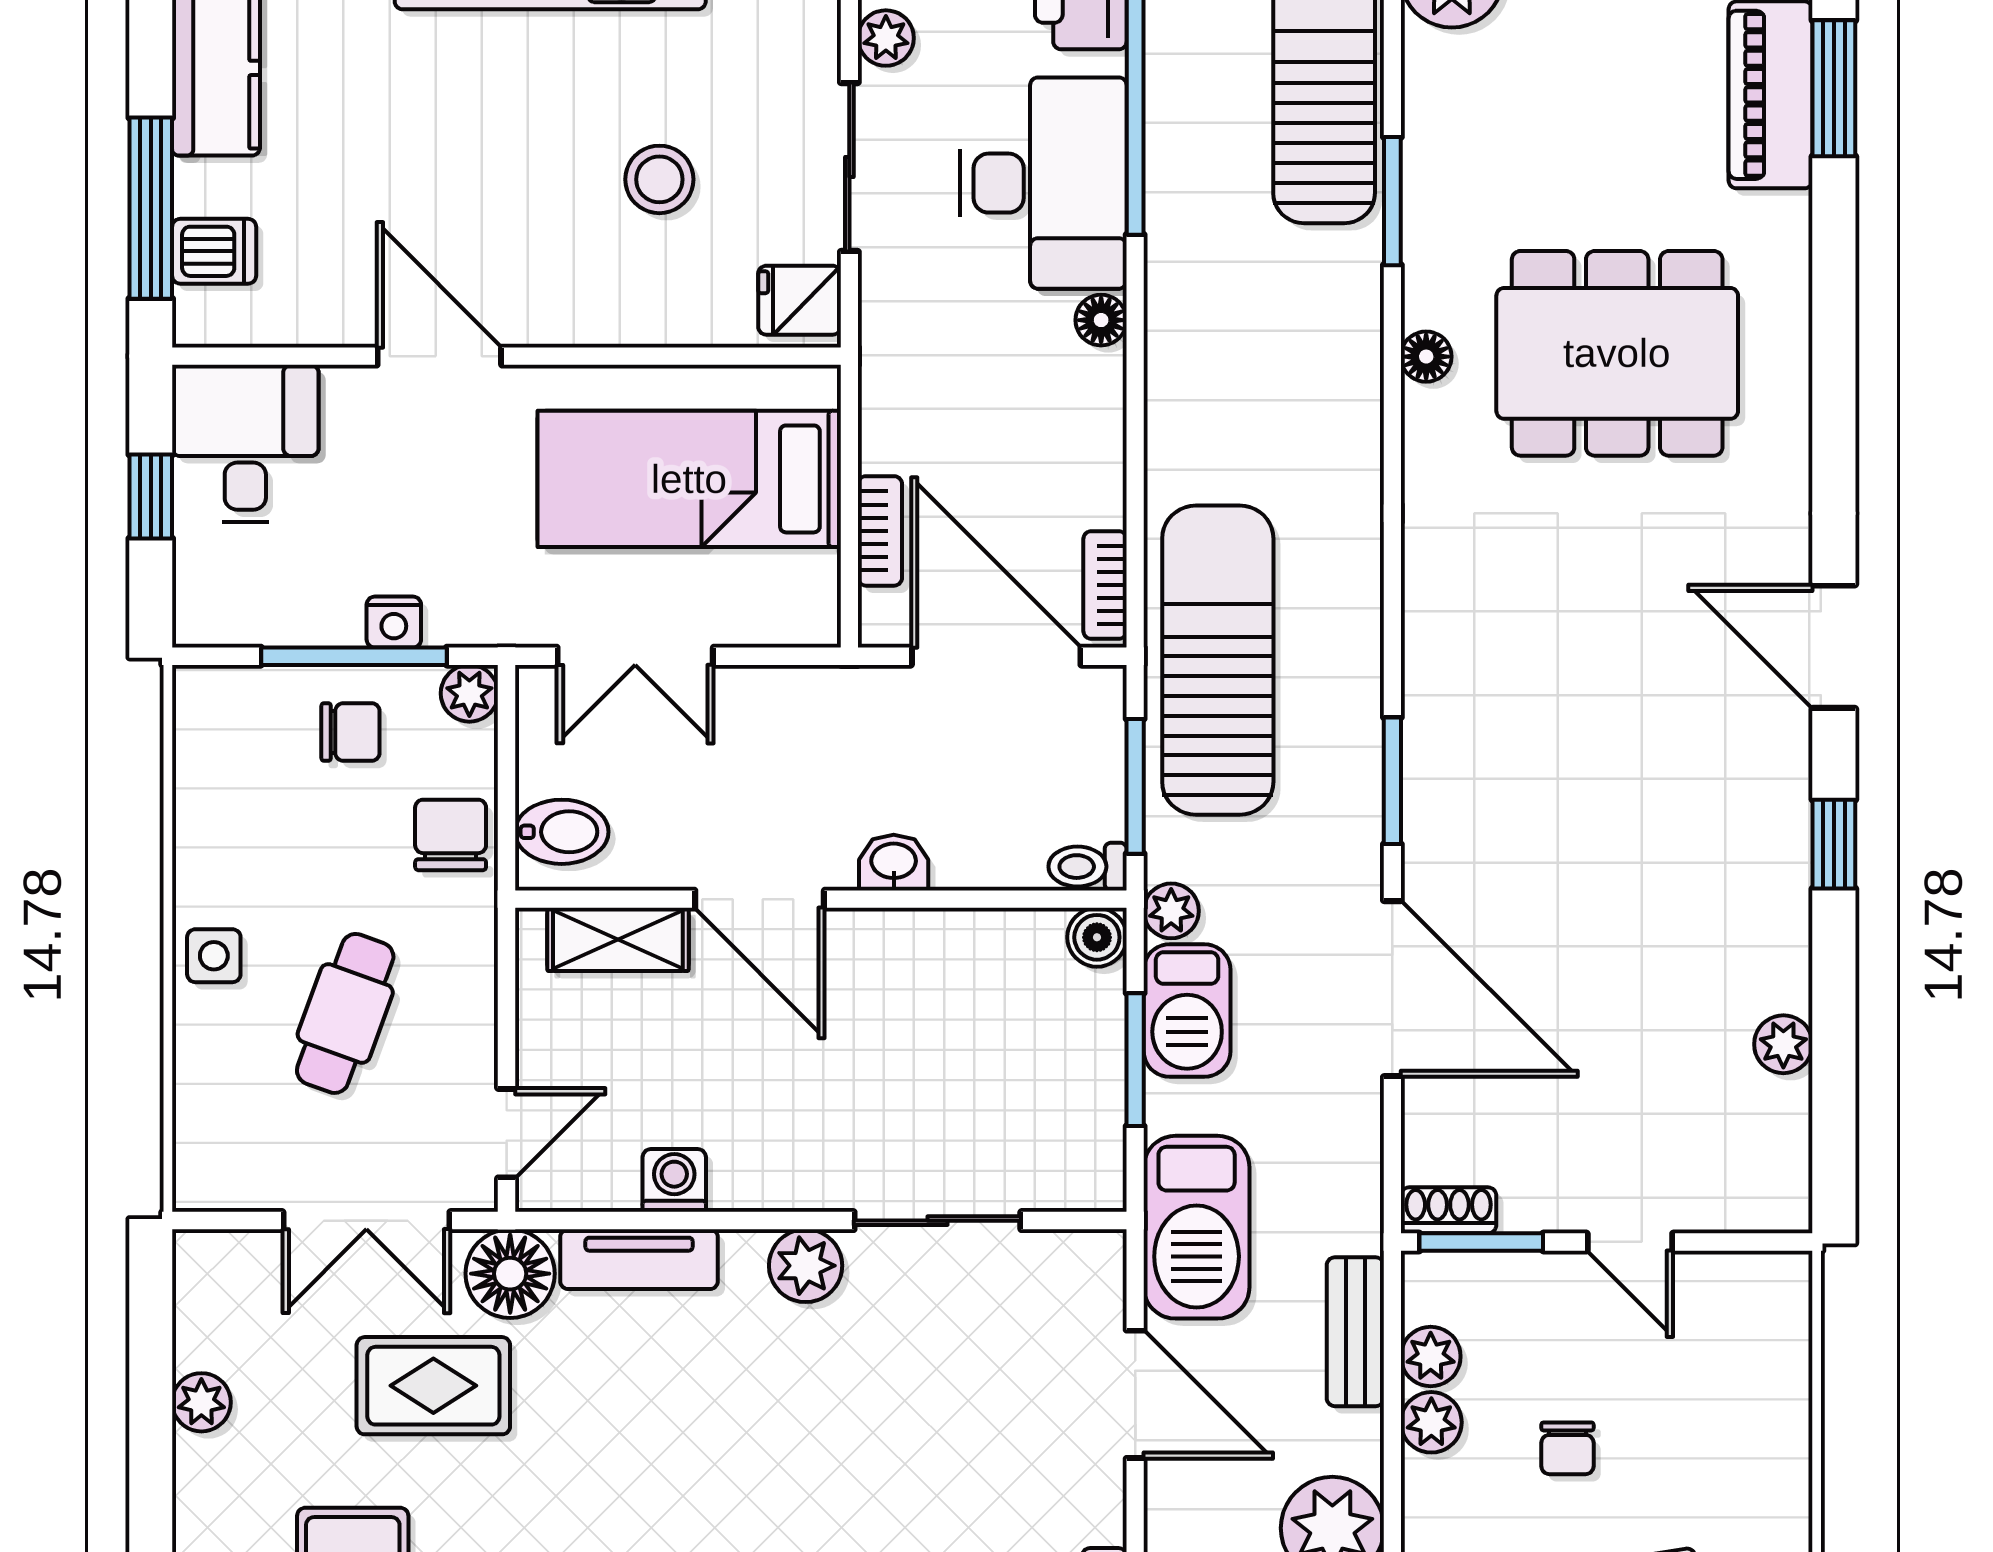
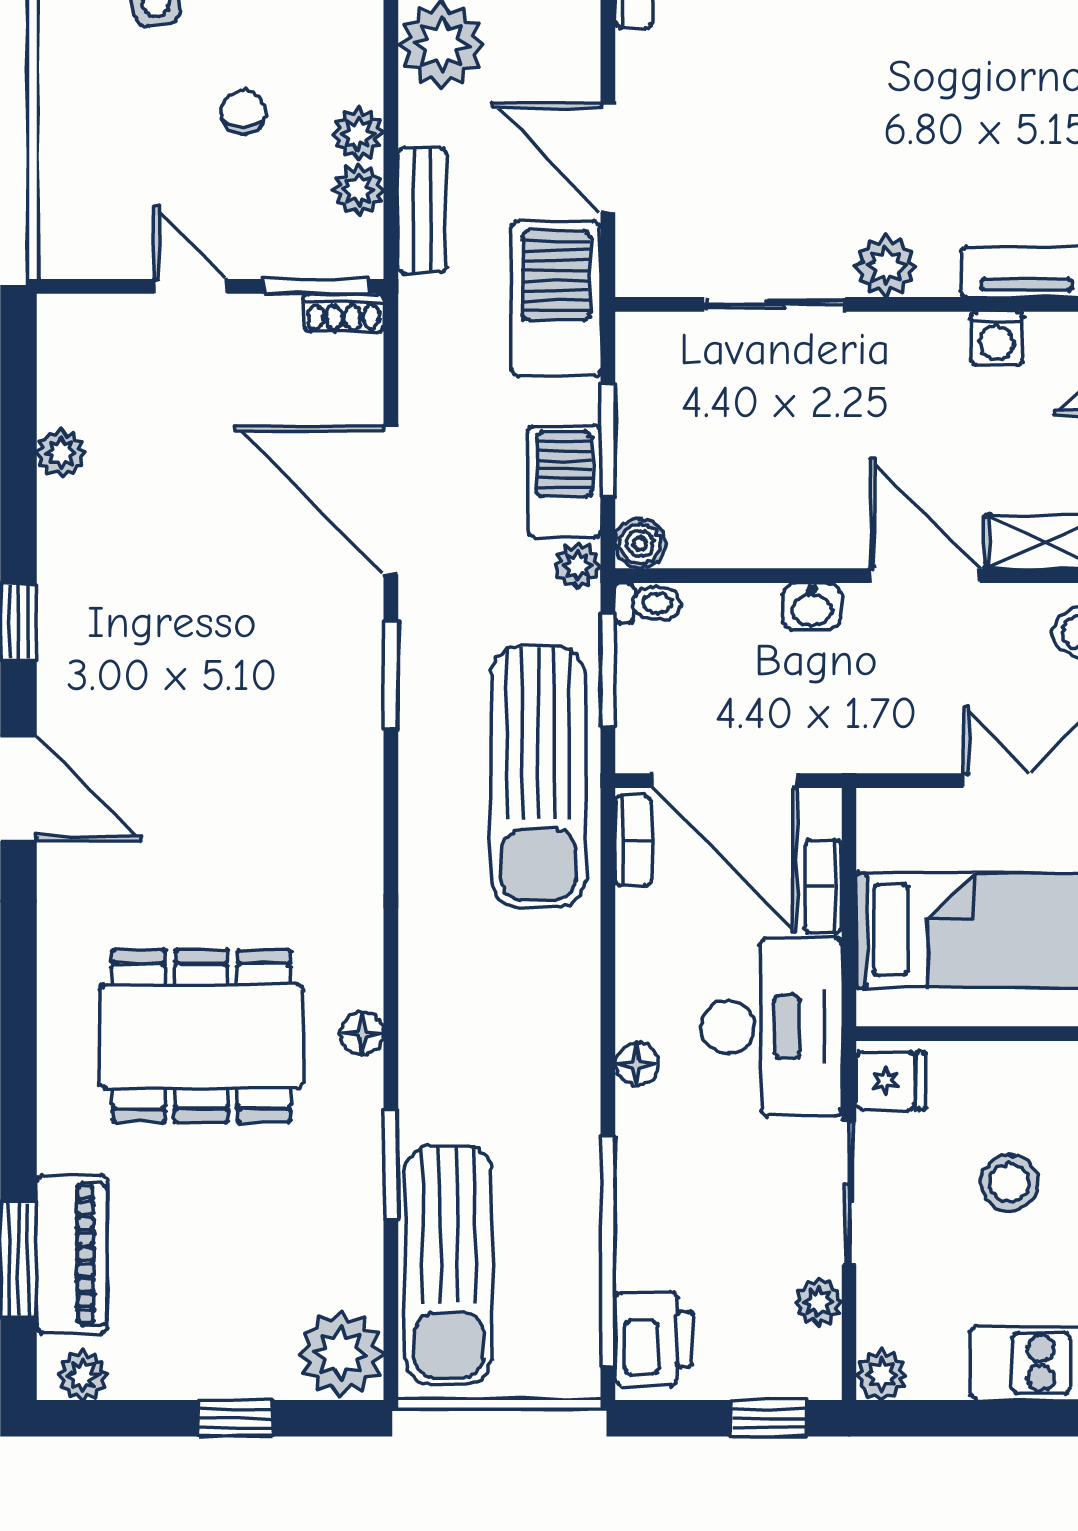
desk: (1043, 183) -> (772, 1027), moved, turned 180

